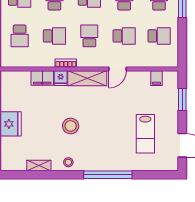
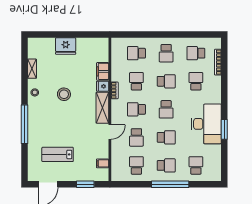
school desk: (54, 36) -> (136, 81), turned 180
school desk: (89, 36) -> (136, 109), turned 180
school desk: (159, 36) -> (136, 165), turned 180
door: (118, 69) -> (110, 132), swing flipped

